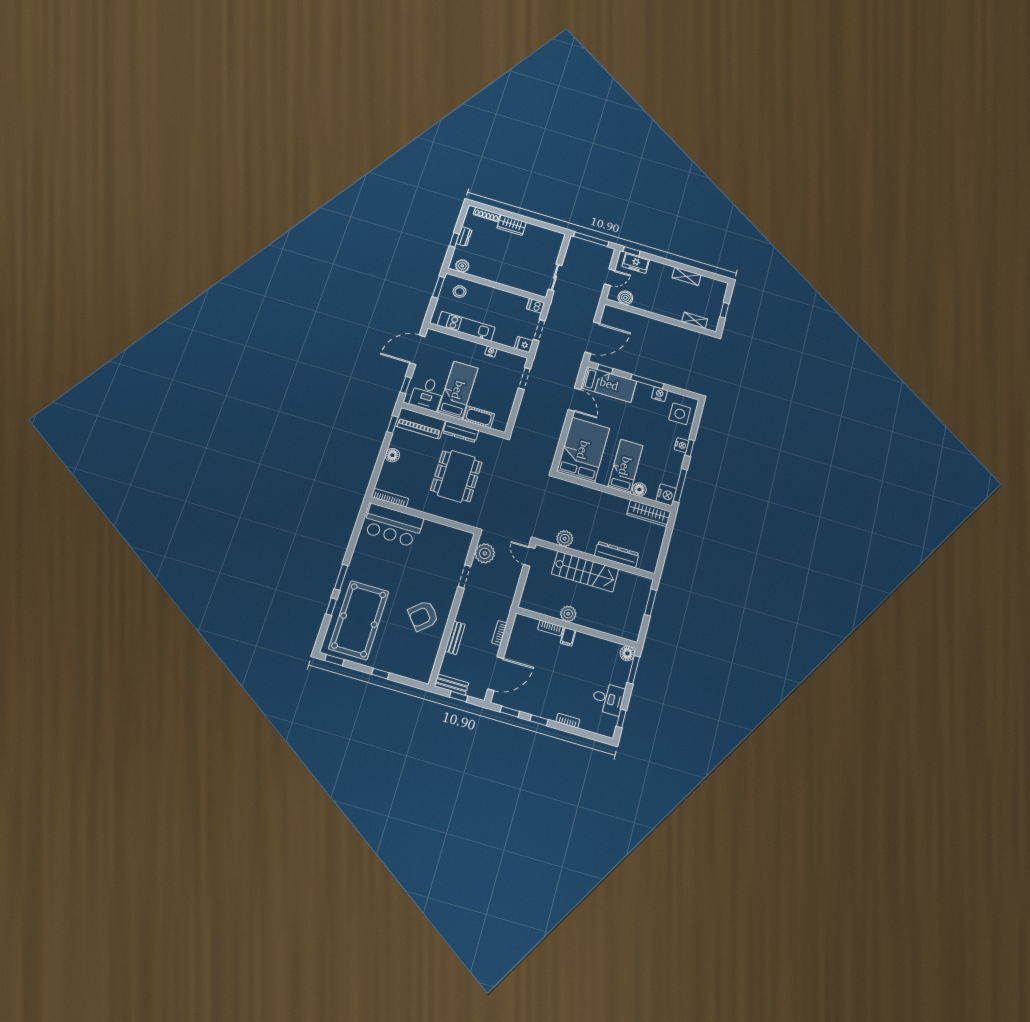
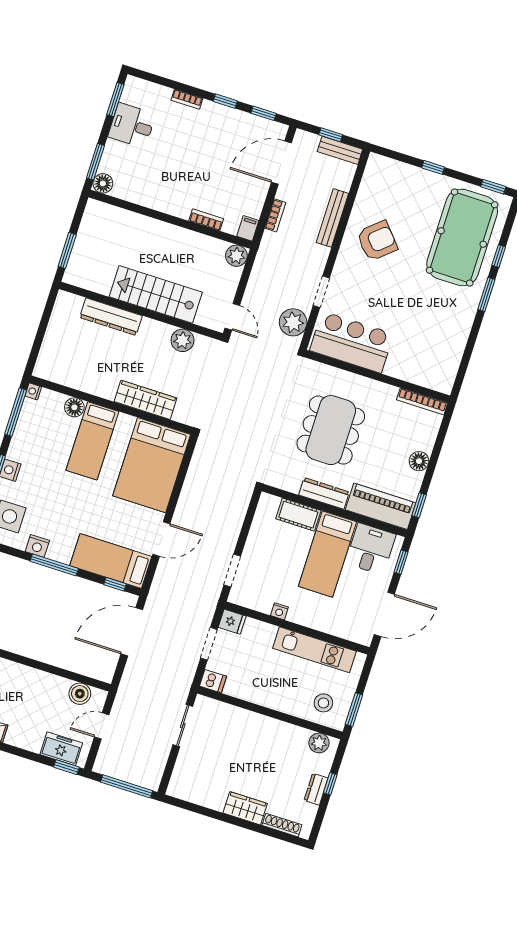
door: (574, 399) -> (161, 539), swing flipped
nightstand: (666, 495) -> (33, 391), width x0.53, depth x0.56
wardrobe: (649, 513) -> (146, 400), moved
bar counter: (393, 525) -> (352, 342), moved
plant: (568, 614) -> (236, 256), moved
filing cabinet: (568, 637) -> (248, 228), moved
bench: (455, 638) -> (332, 218), width x1.36
window: (621, 718) -> (115, 99), width x1.50

